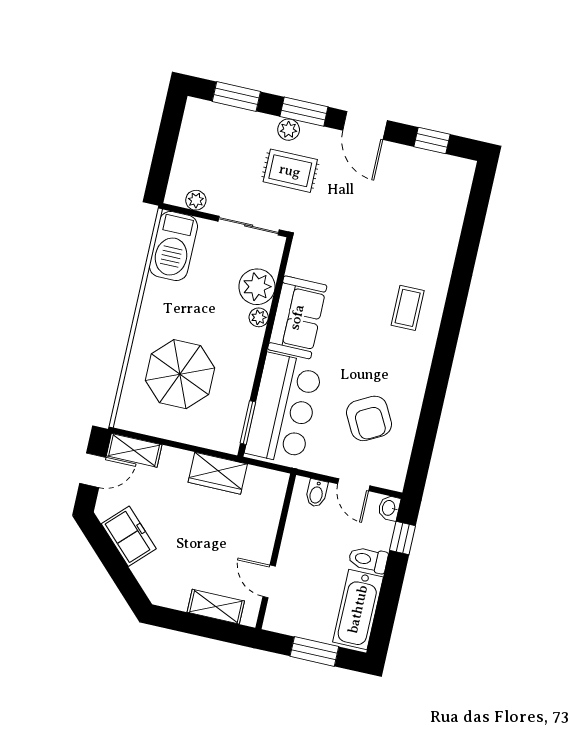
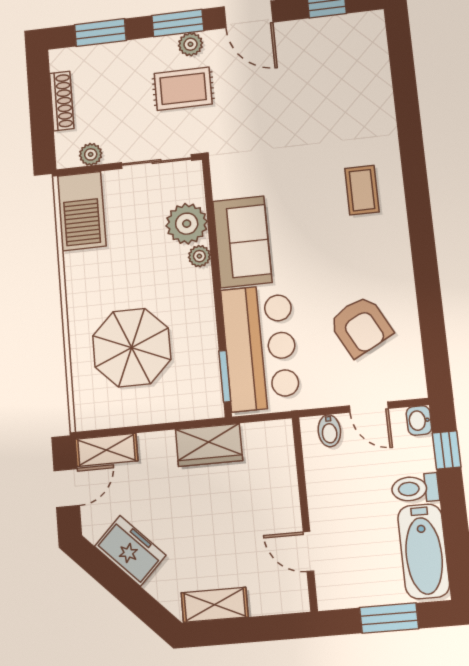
plant: (289, 130) -> (190, 44), moved
shoe rack: (186, 145) -> (62, 101), added
shelving: (216, 607) -> (215, 605), moved

